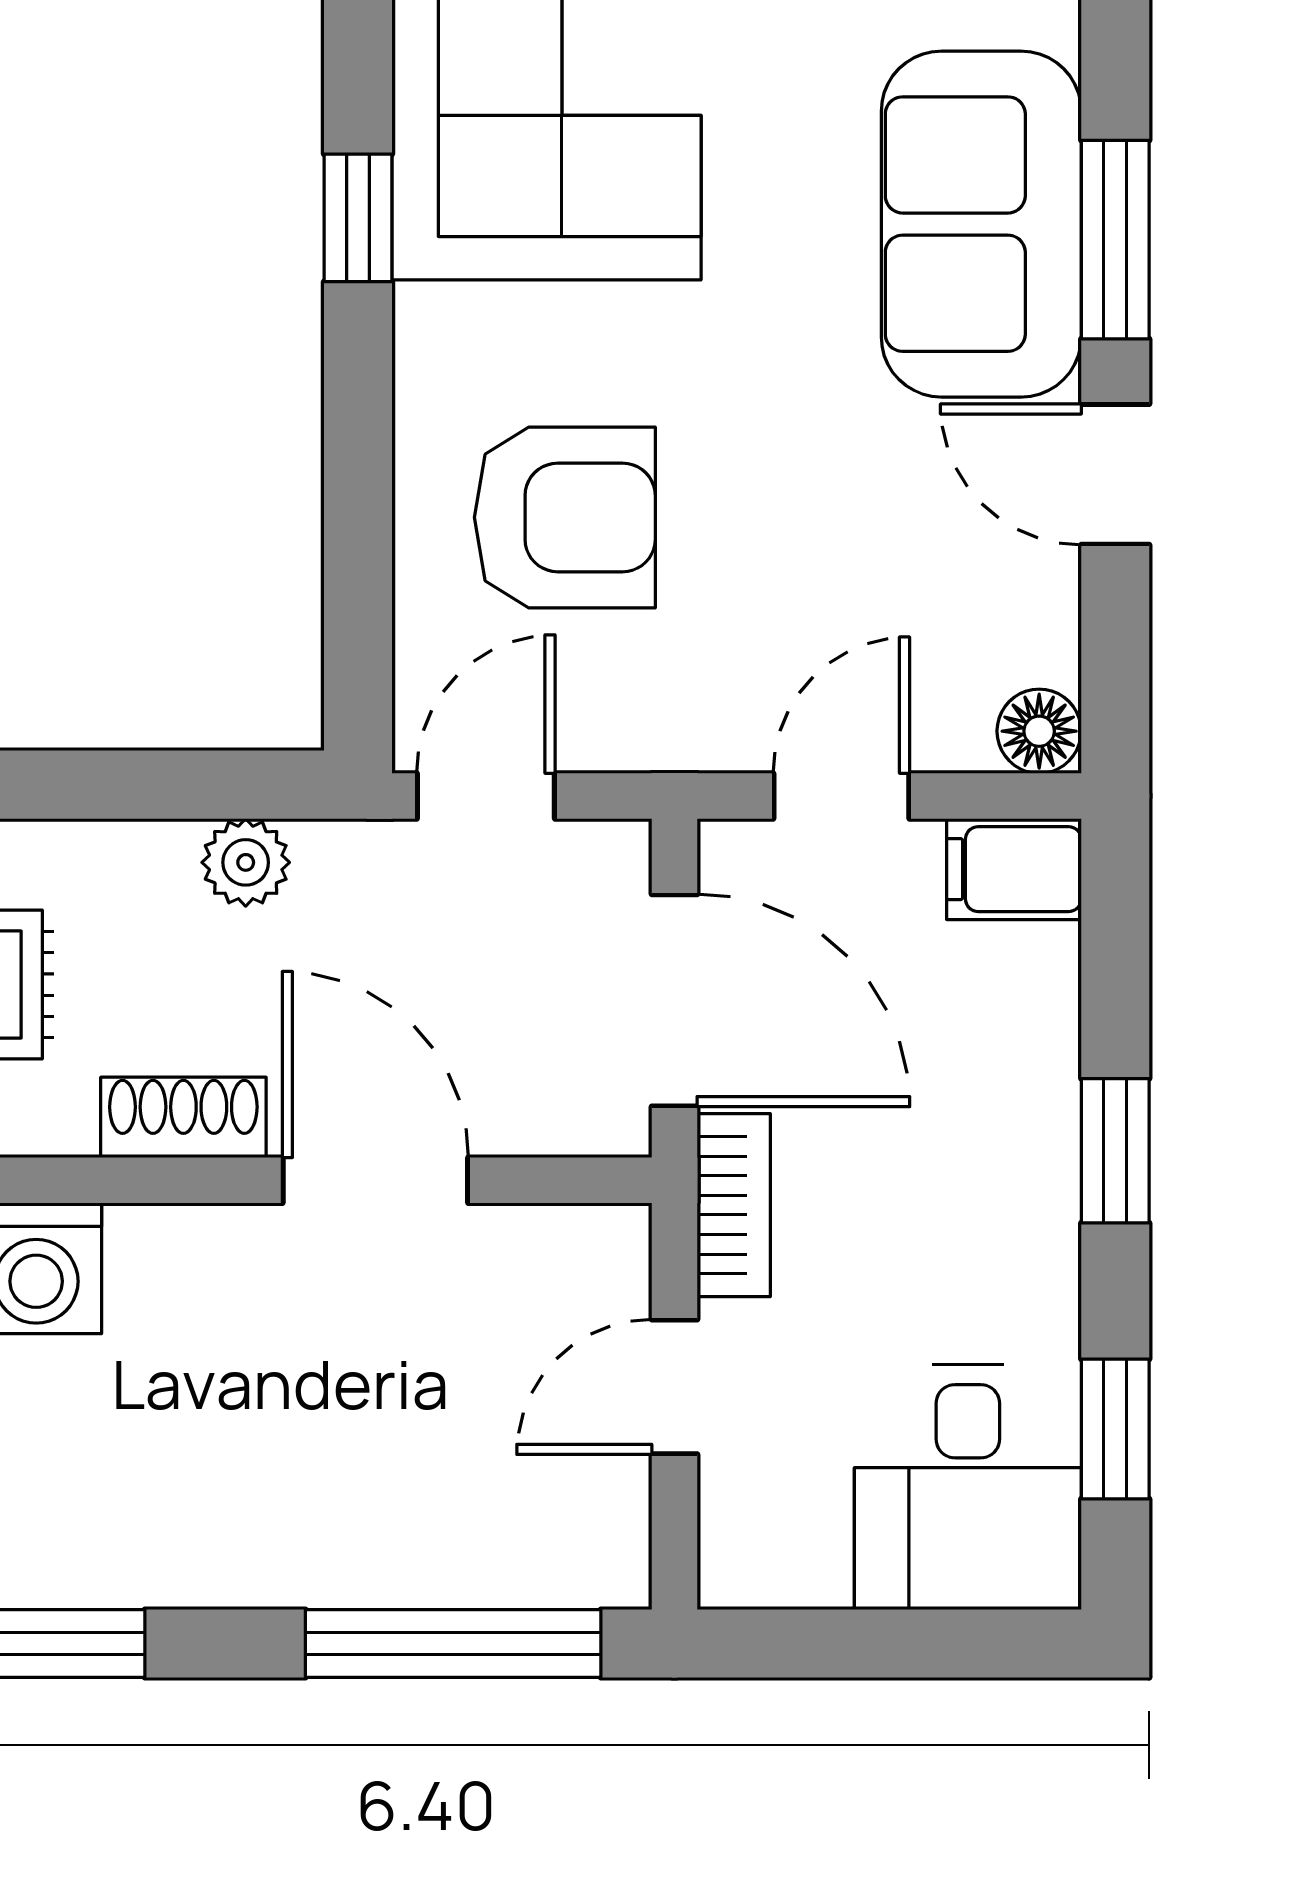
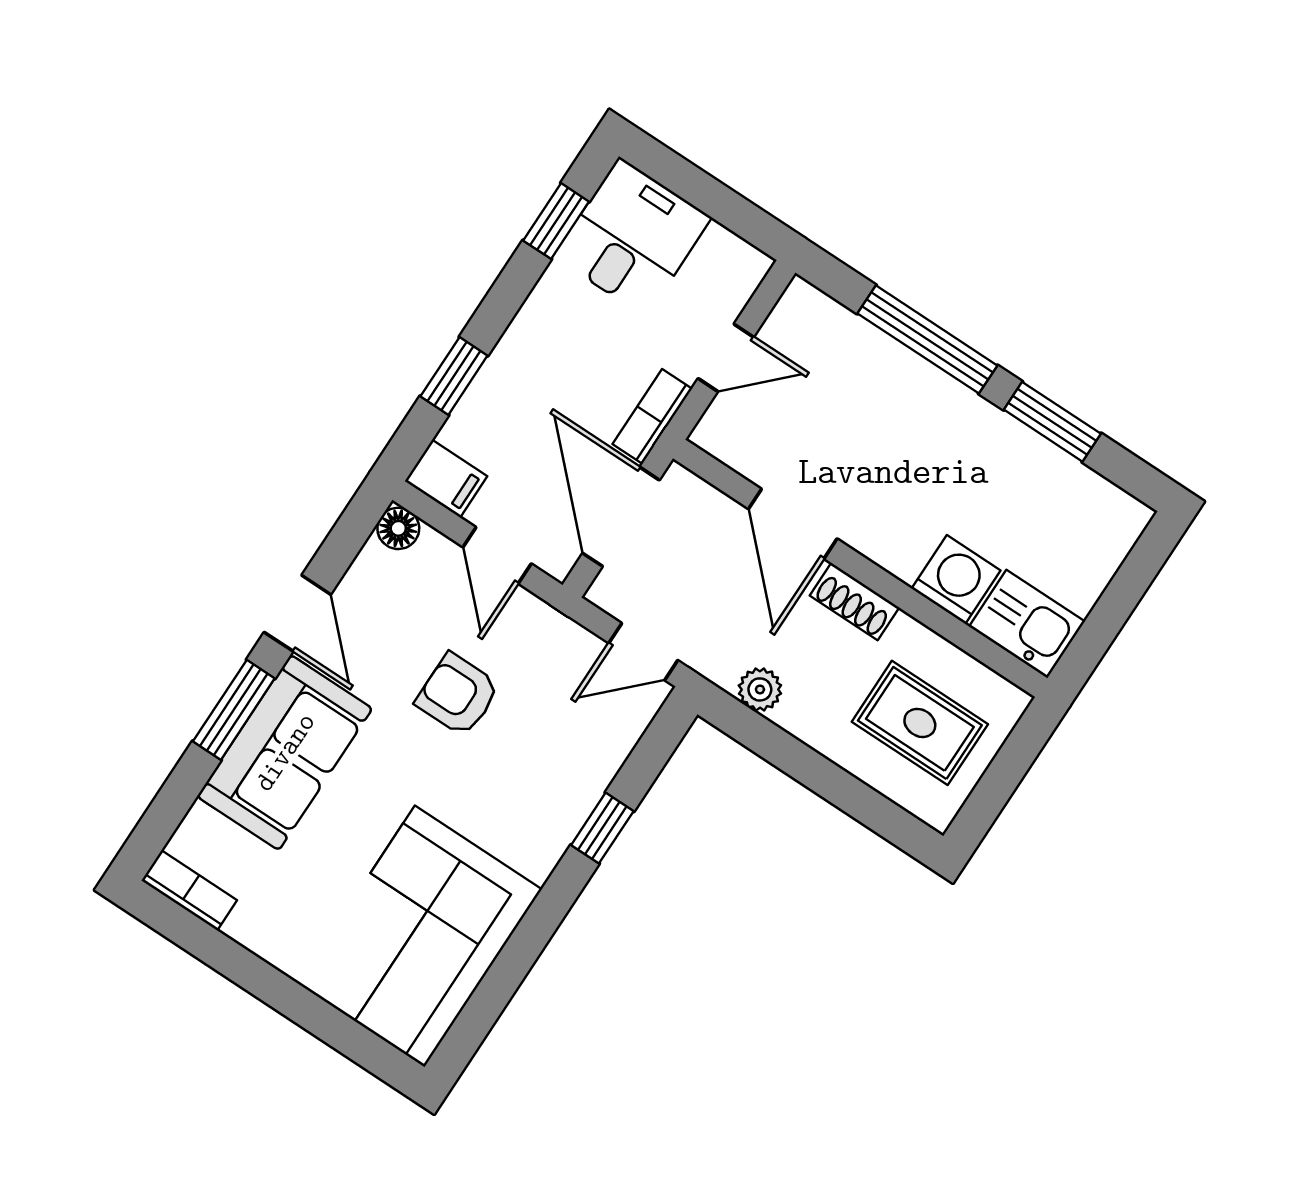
window: (358, 218) -> (602, 828), moved
armchair: (565, 517) -> (458, 695), moved, width x0.72, depth x0.72
door: (841, 796) -> (497, 555), hinge flipped
window: (1115, 1151) -> (454, 376), moved
window: (453, 1644) -> (927, 339), moved

